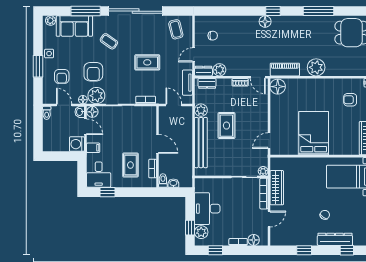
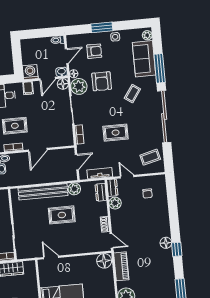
rug: (147, 62) -> (116, 133), turned 90
armchair: (93, 72) -> (102, 81), turned -90
armchair: (62, 76) -> (94, 51), turned 180
door: (258, 77) -> (111, 241), swing flipped
plant: (263, 171) -> (21, 255), removed

